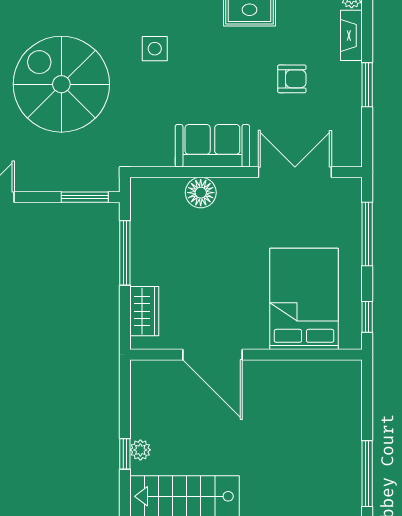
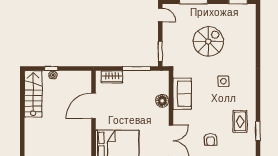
spiral stairs: (61, 84) -> (208, 41), width x0.73, depth x0.73
sofa: (212, 146) -> (182, 94), moved

